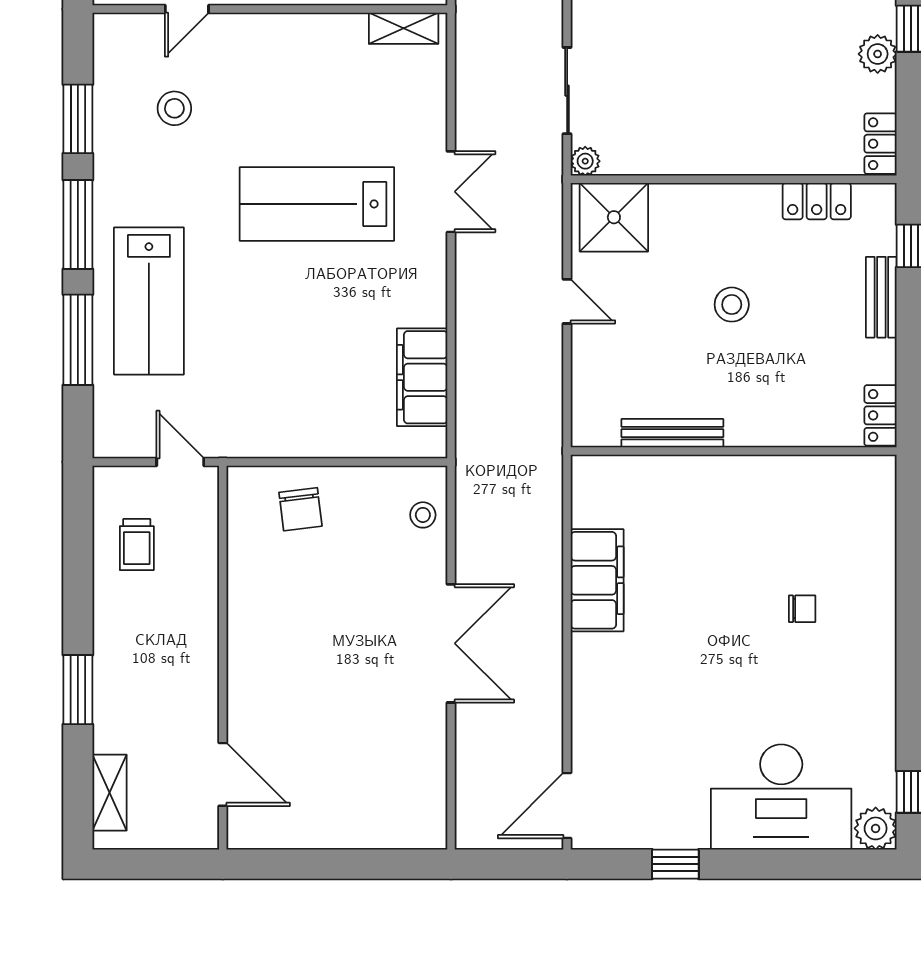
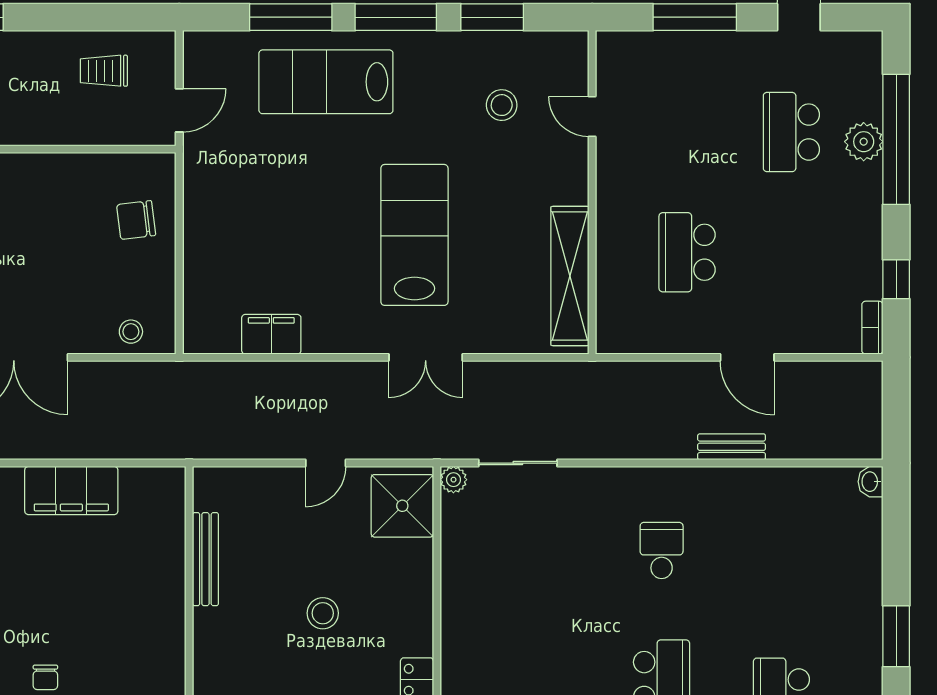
shelving: (404, 28) -> (570, 276), width x2.20, depth x1.33
filing cabinet: (422, 377) -> (271, 334), width x0.67, depth x0.86

